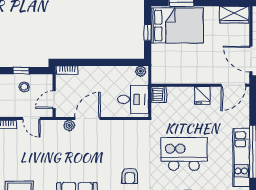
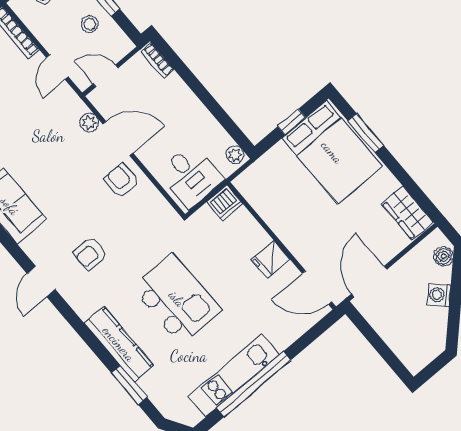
armchair: (108, 133) -> (121, 181), added

